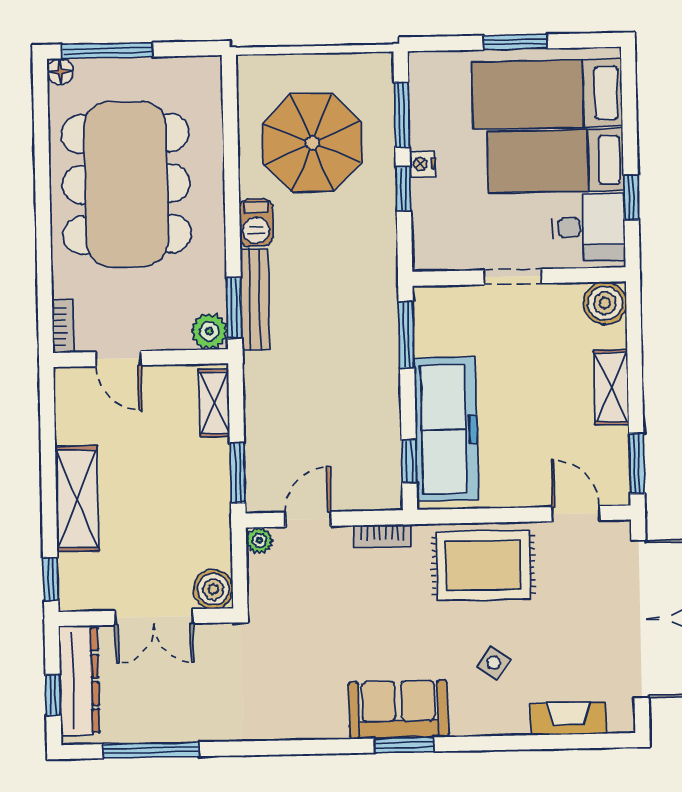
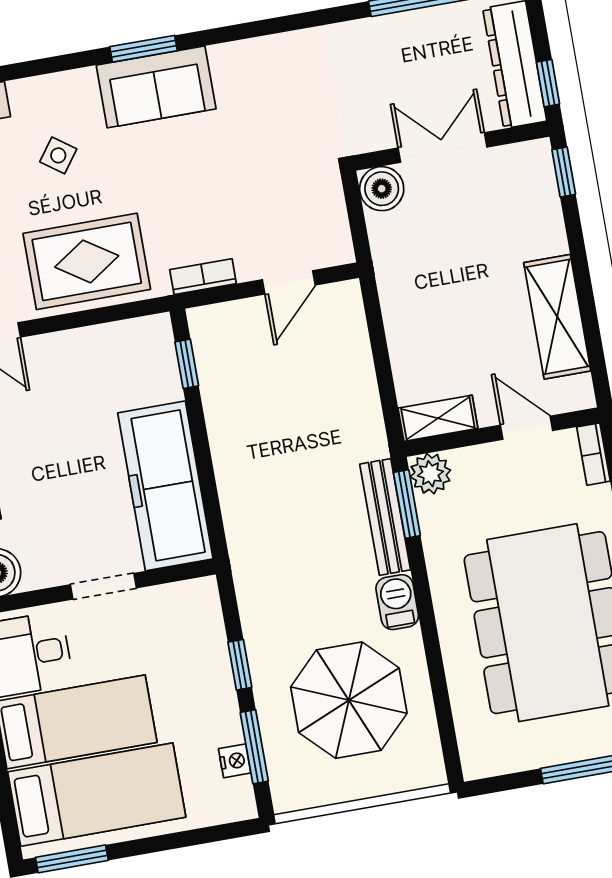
window: (515, 42) -> (72, 859), moved
nightstand: (422, 164) -> (235, 761), moved
window: (406, 335) -> (211, 504), removed
shelving: (214, 403) -> (438, 418), moved, turned 90
freezer: (446, 429) -> (165, 486), moved
window: (238, 473) -> (375, 322), removed
shelving: (77, 499) -> (557, 317), moved
plant: (259, 540) -> (339, 250), removed
window: (53, 695) -> (548, 83), moved

